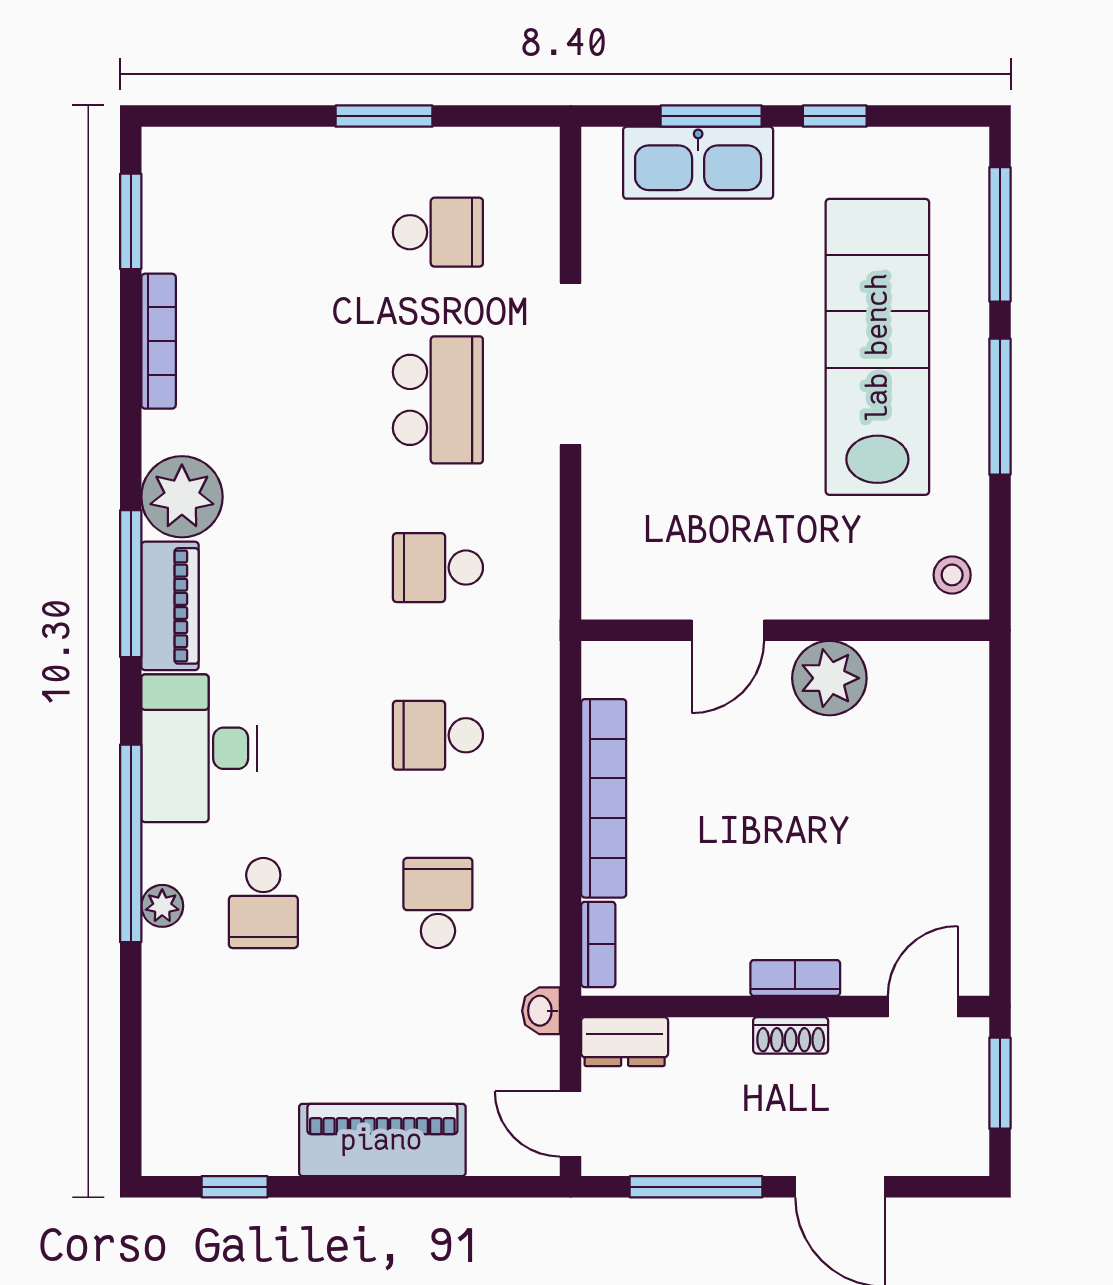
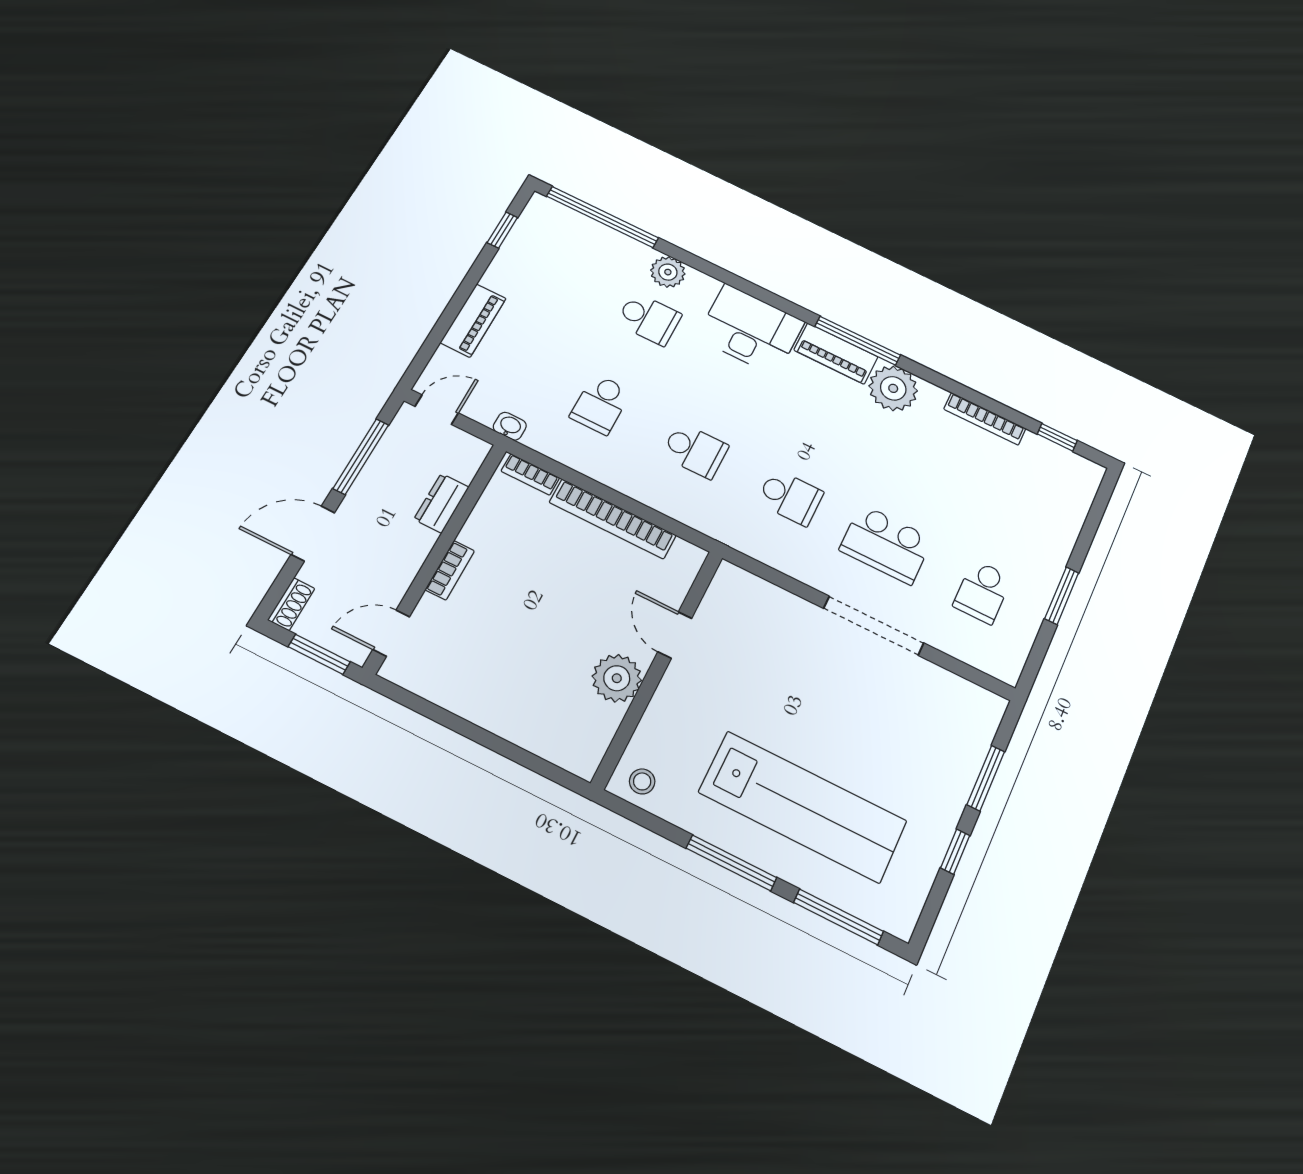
kitchen sink: (698, 163) -> (961, 757), removed
window: (131, 221) -> (1057, 437), width x0.67
school desk: (438, 568) -> (790, 497), turned 90
school desk: (438, 735) -> (695, 450), turned 90
window: (131, 843) -> (602, 217), moved
school desk: (263, 903) -> (649, 319), turned 180
school desk: (438, 903) -> (601, 404), turned 90
plant: (162, 906) -> (668, 272), width x1.38, depth x1.38
door: (923, 1007) -> (391, 633), swing flipped
shoe rack: (791, 1035) -> (291, 604), moved, turned 180
dresser: (625, 1042) -> (441, 503), moved
piano: (382, 1140) -> (473, 320), width x0.73, depth x0.75

